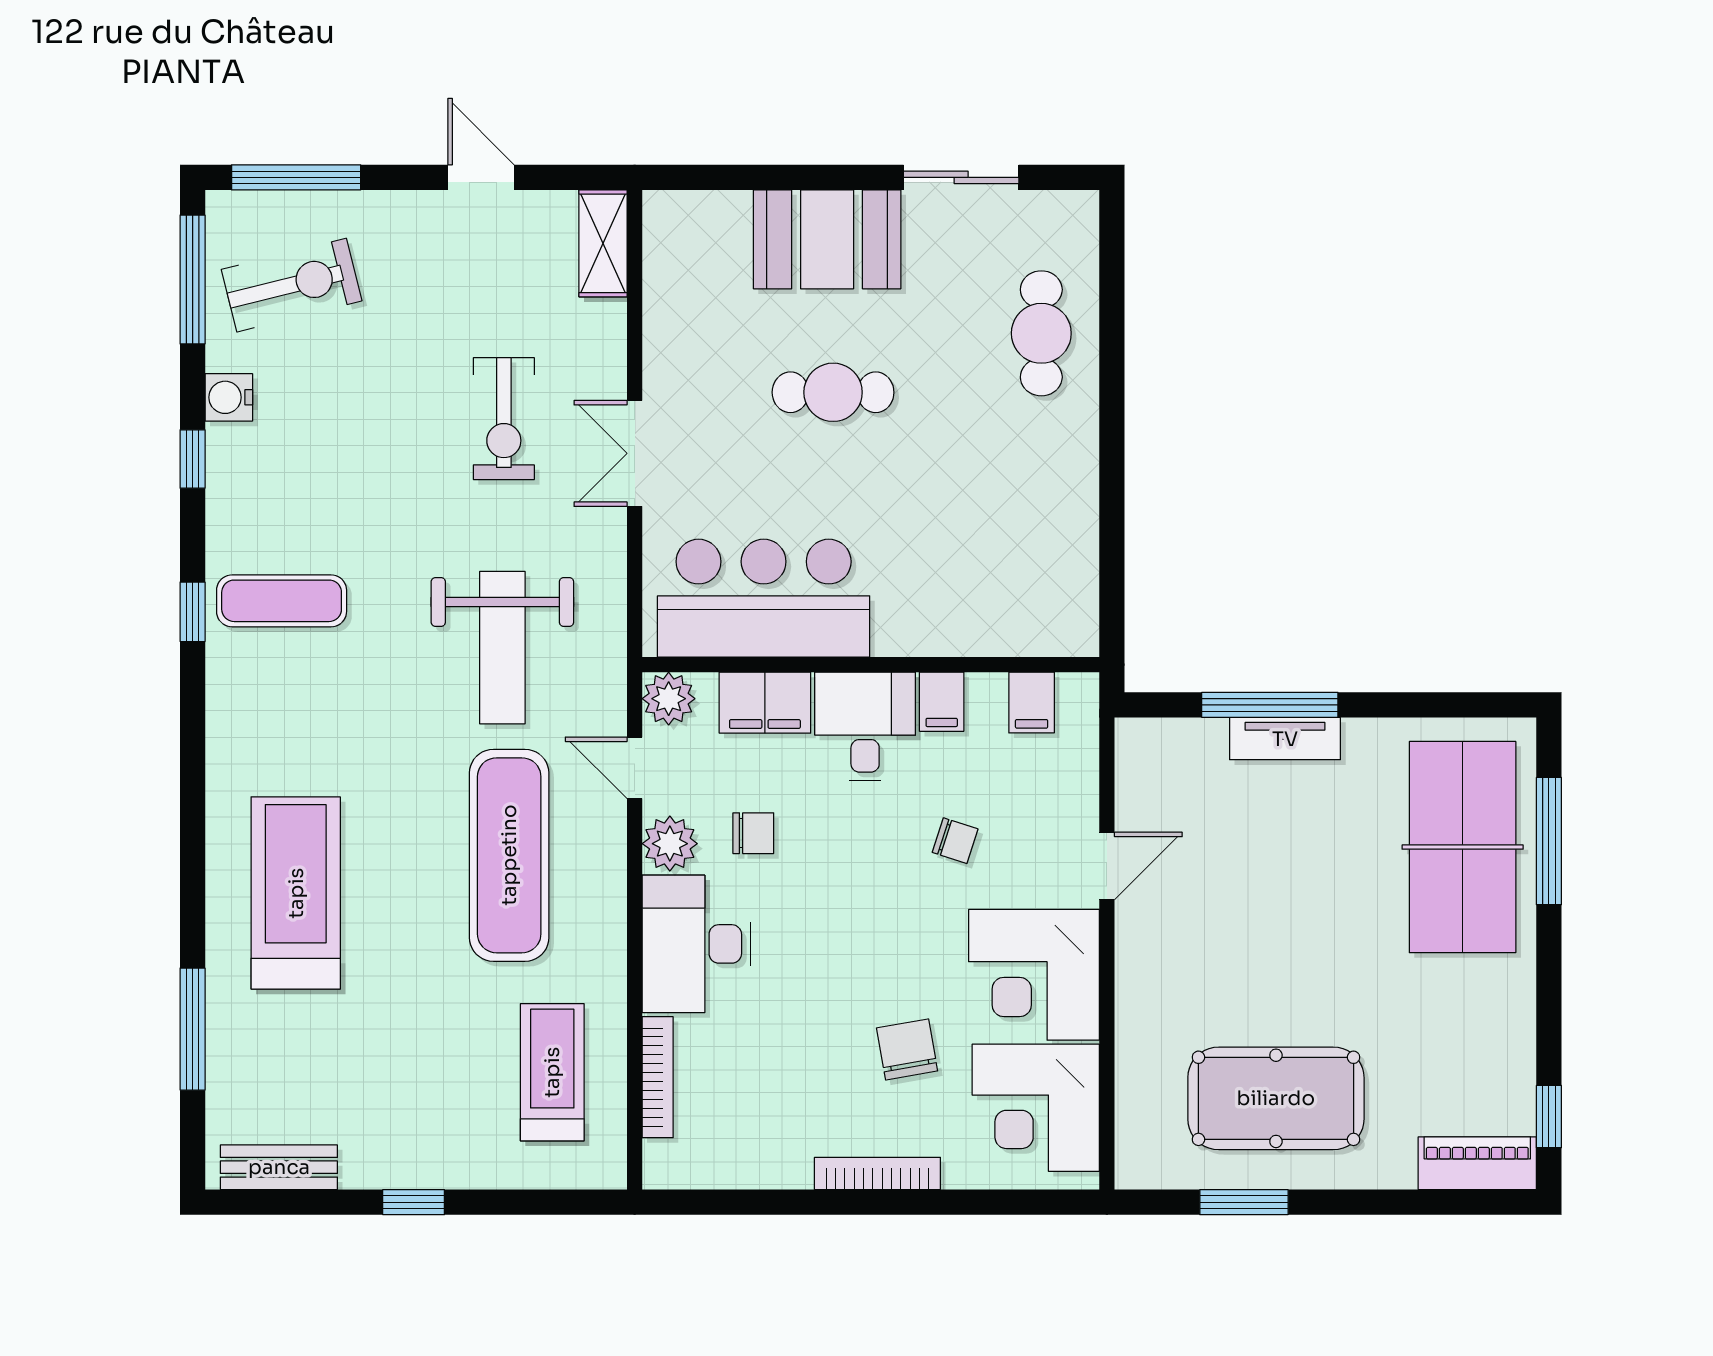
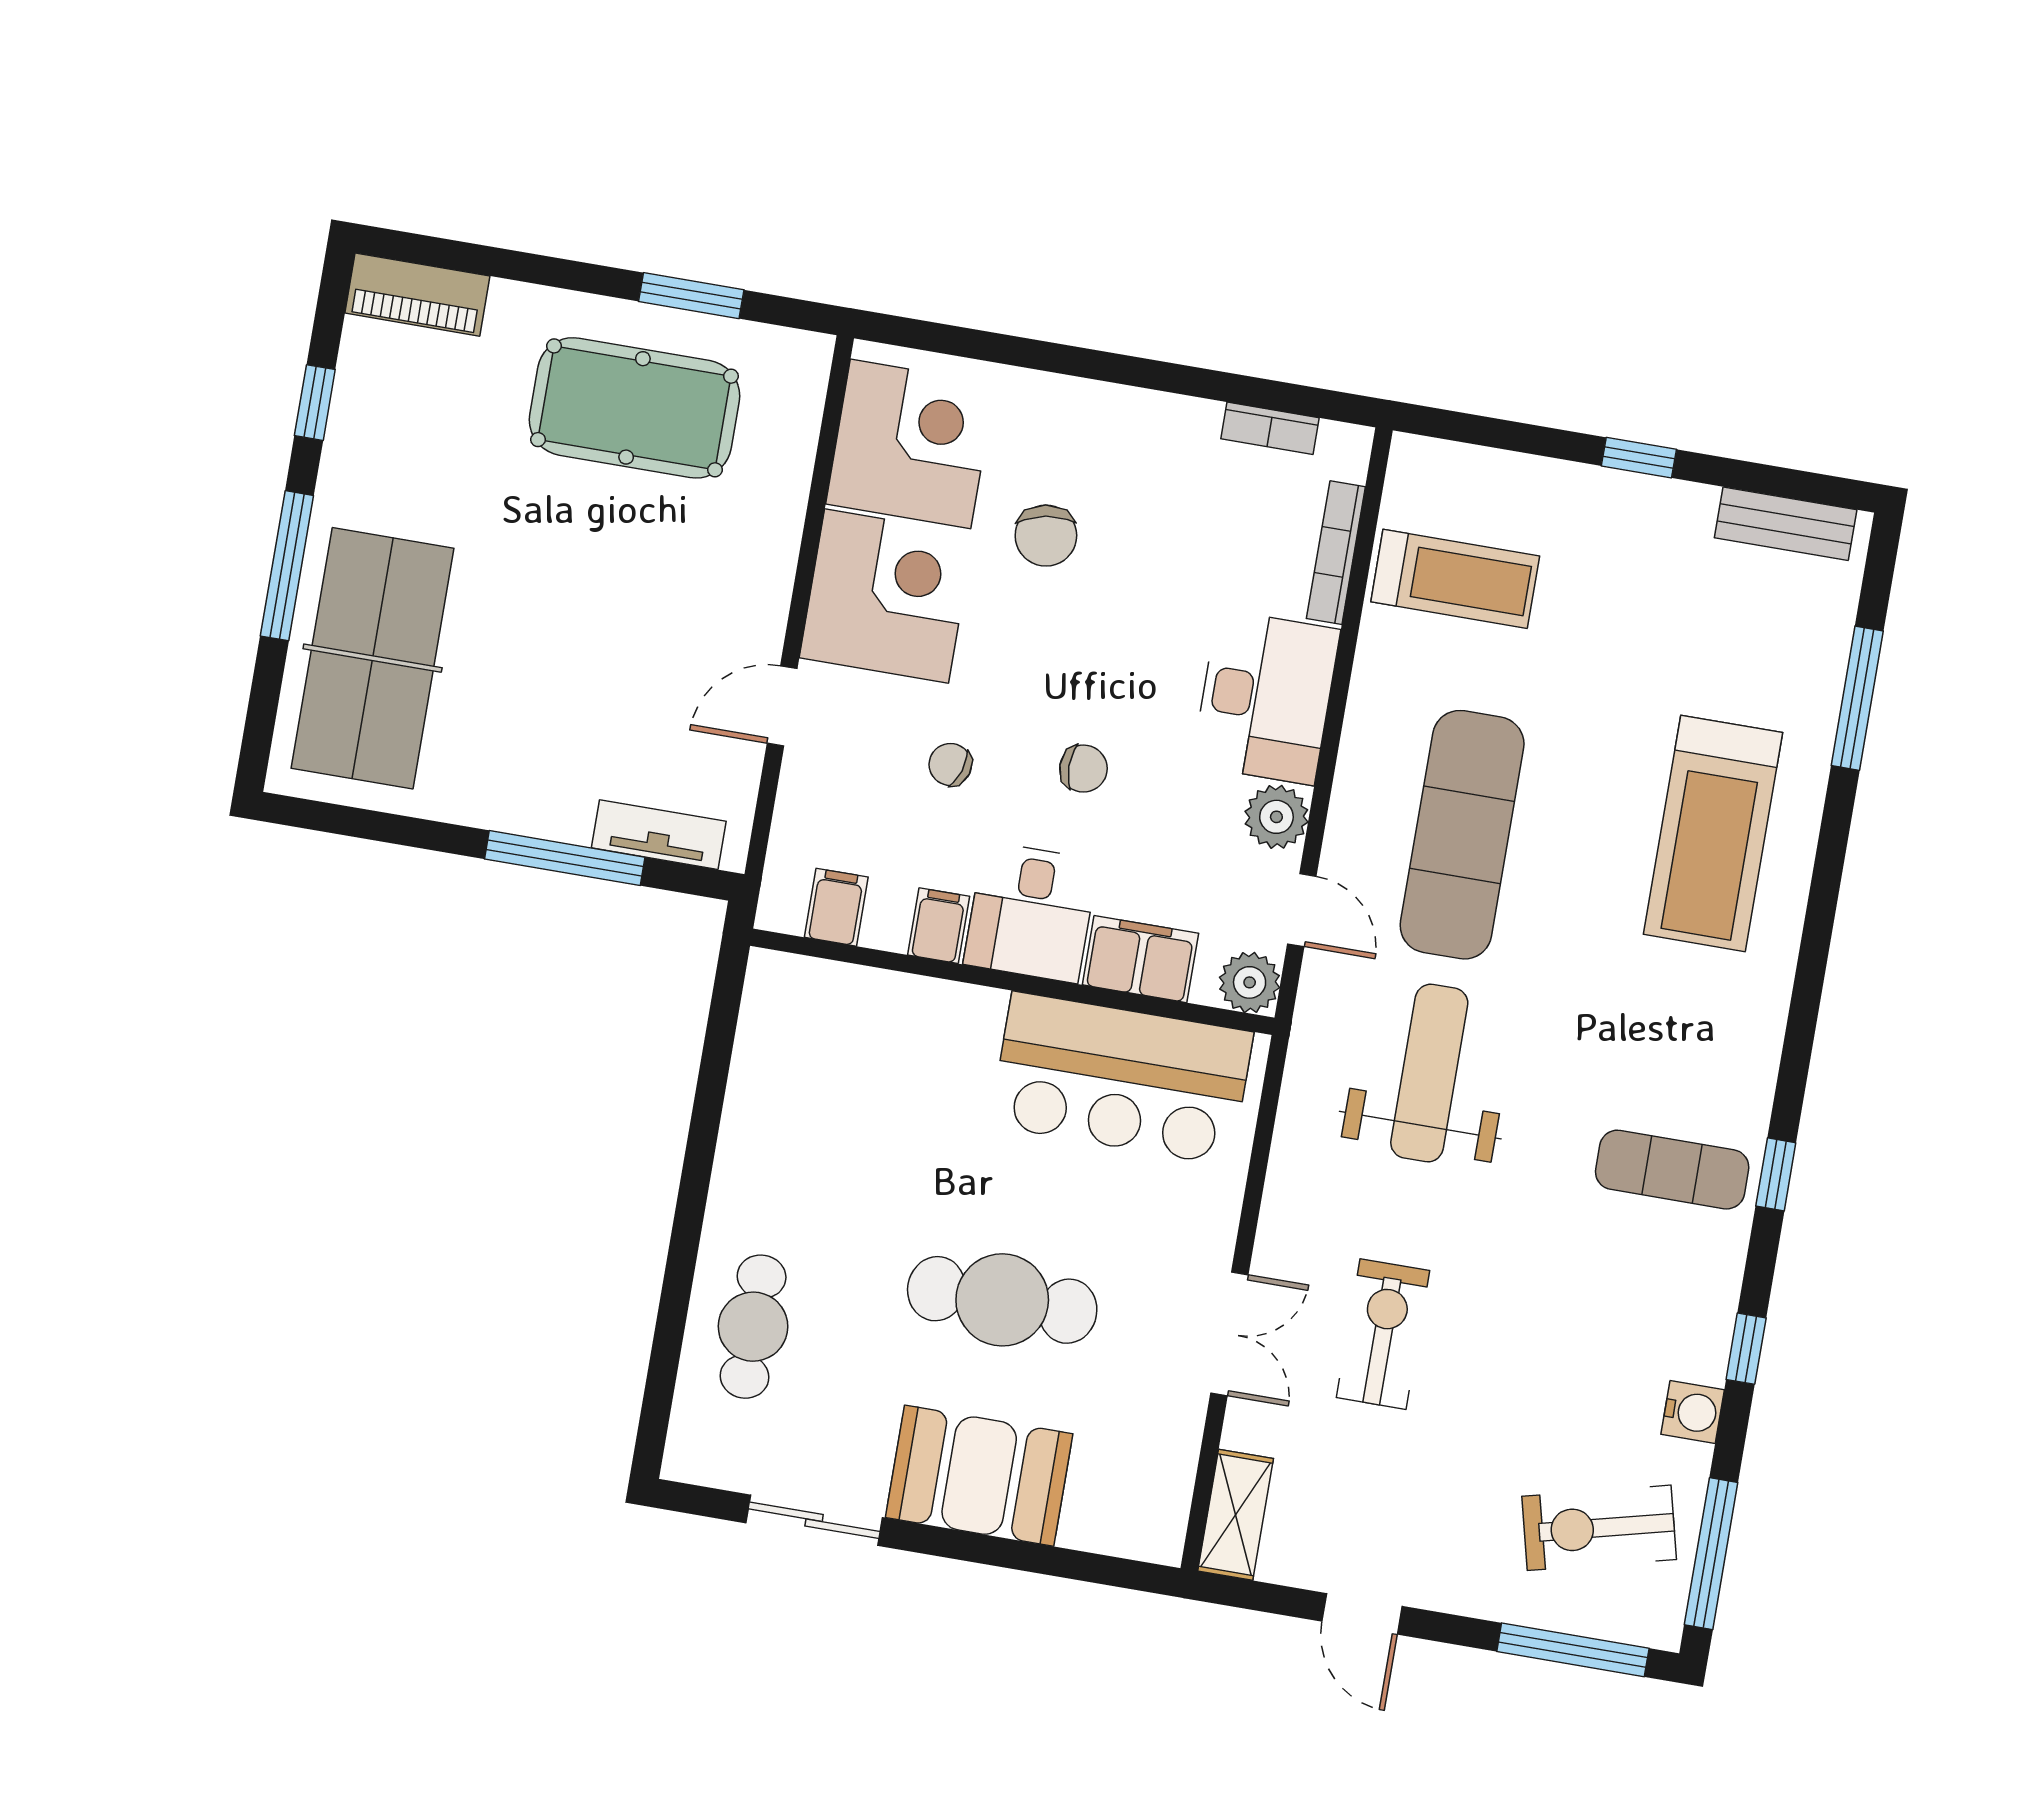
cafe table: (833, 392) -> (1002, 1300), width x1.37, depth x1.35
double door: (635, 453) -> (1229, 1334), moved
tv unit: (1285, 739) -> (659, 835), moved
chair: (753, 833) -> (1083, 769), moved, turned 180
window: (1549, 841) -> (287, 566), moved
treadmill: (552, 1072) -> (1455, 579), turned -90
window: (1549, 1117) -> (315, 403), moved
bookcase: (877, 1173) -> (1270, 428), moved, width x0.64

